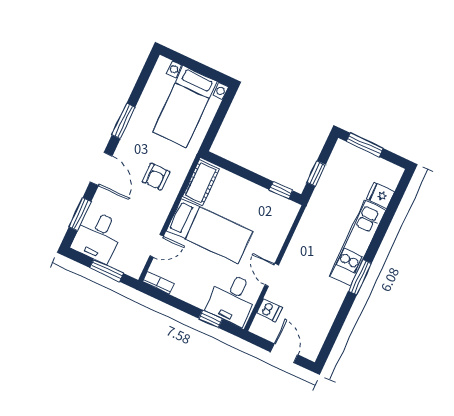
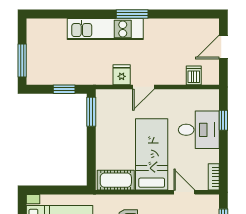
window: (281, 190) -> (91, 112), width x1.50
fridge: (380, 195) -> (122, 75), moved, turned 180
door: (272, 275) -> (143, 87), moved
desk: (232, 299) -> (199, 130), moved

